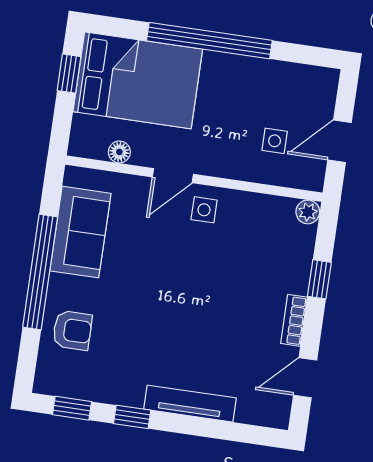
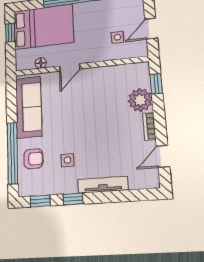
side table: (204, 210) -> (67, 160), moved
plant: (308, 212) -> (140, 100), moved, width x1.88, depth x1.88
sofa: (80, 232) -> (29, 107), width x1.36
window: (40, 272) -> (12, 153), moved
window: (319, 279) -> (156, 84), moved

